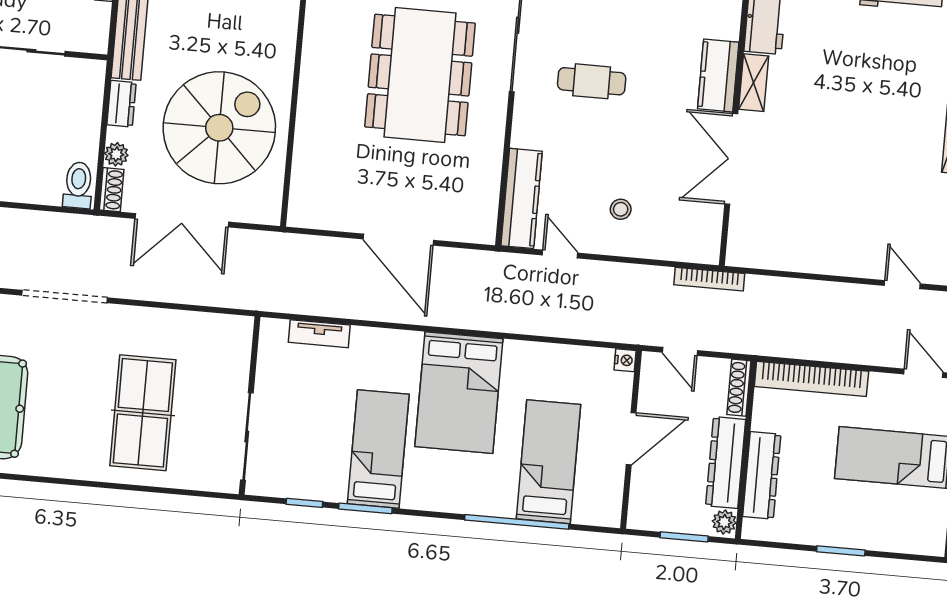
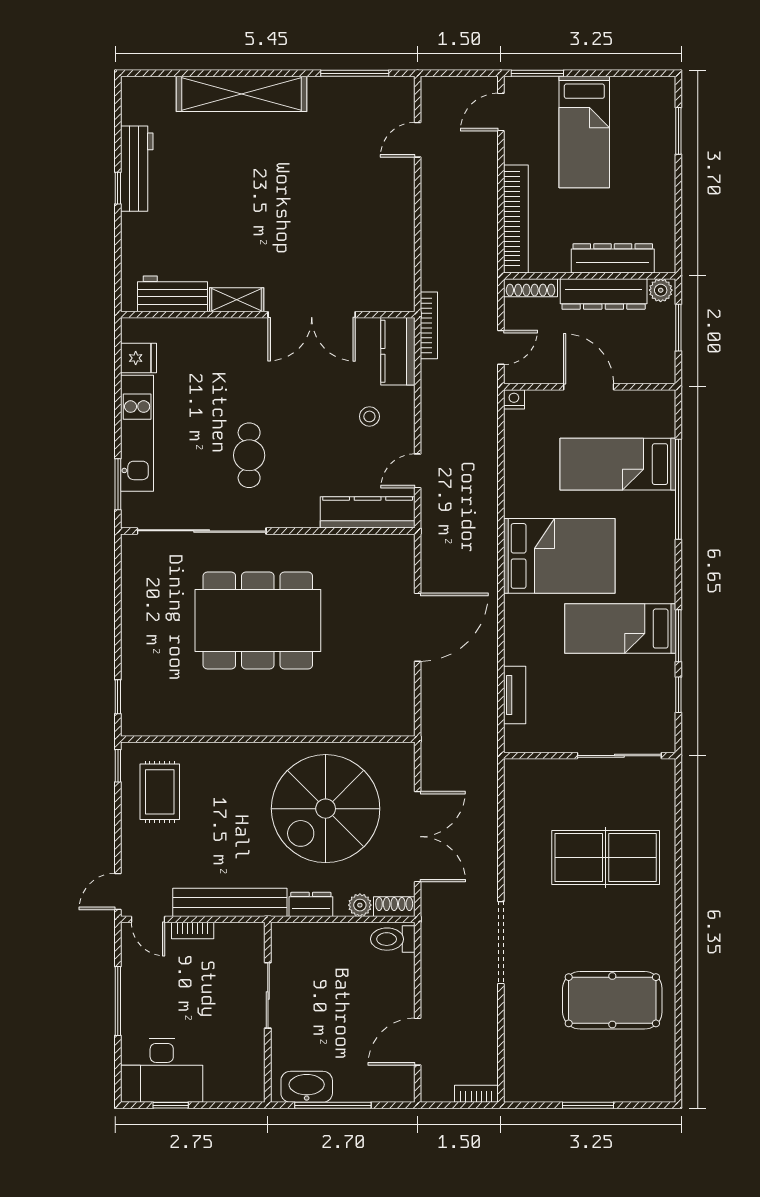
kitchen counter: (718, 75) -> (398, 351), moved, turned 90
spiral stairs: (219, 128) -> (326, 809), turned -90
window: (841, 551) -> (678, 131), moved

